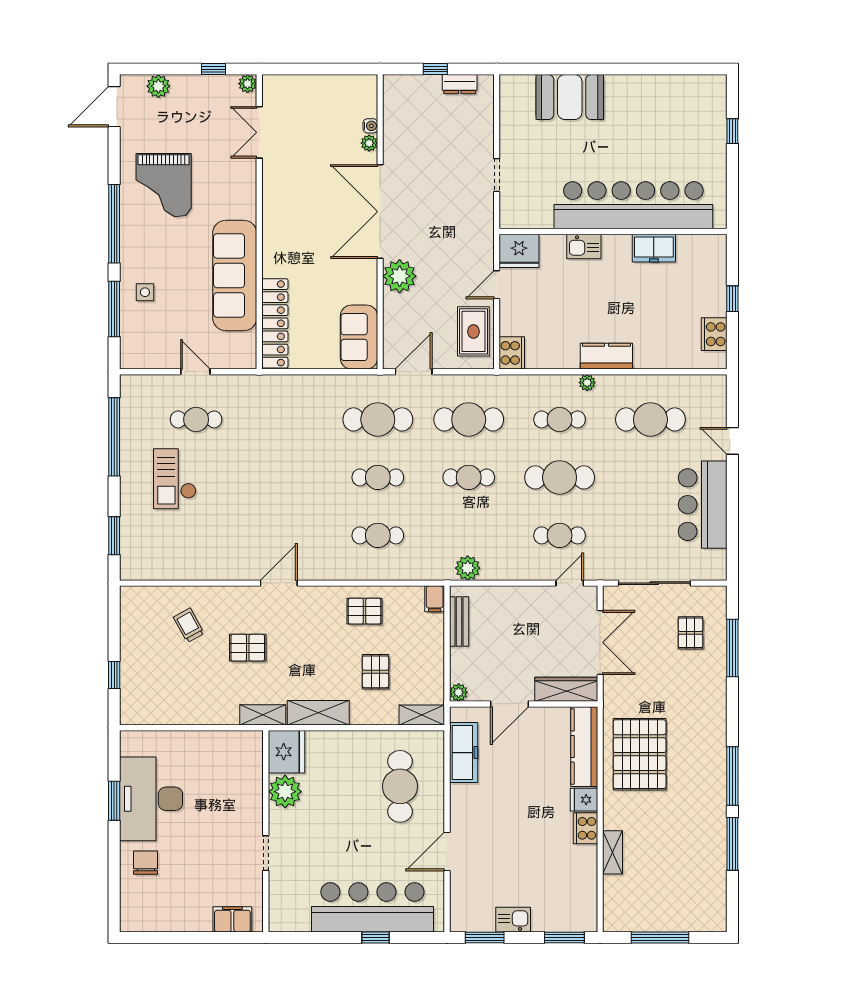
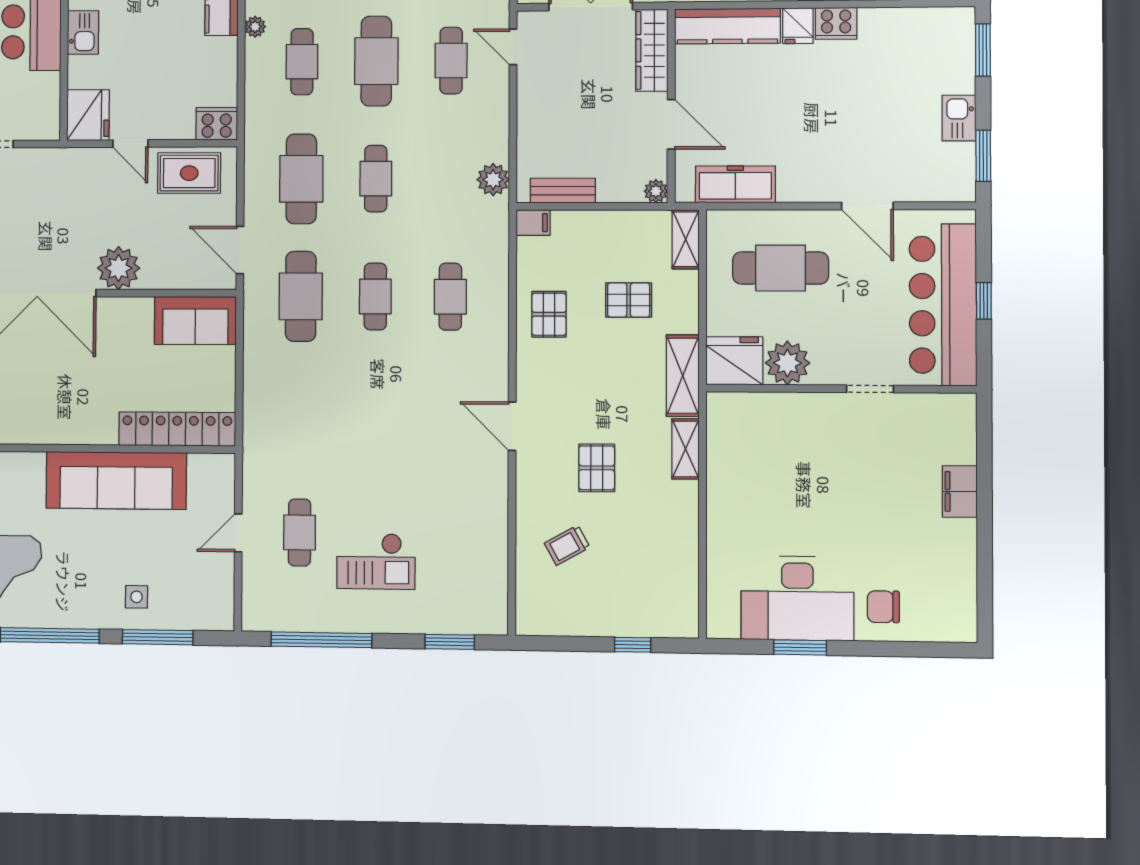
fridge: (287, 752) -> (734, 361), moved
plant: (285, 792) -> (787, 363), moved
wall: (266, 831) -> (841, 389), moved
doorway: (266, 853) -> (870, 389), moved

